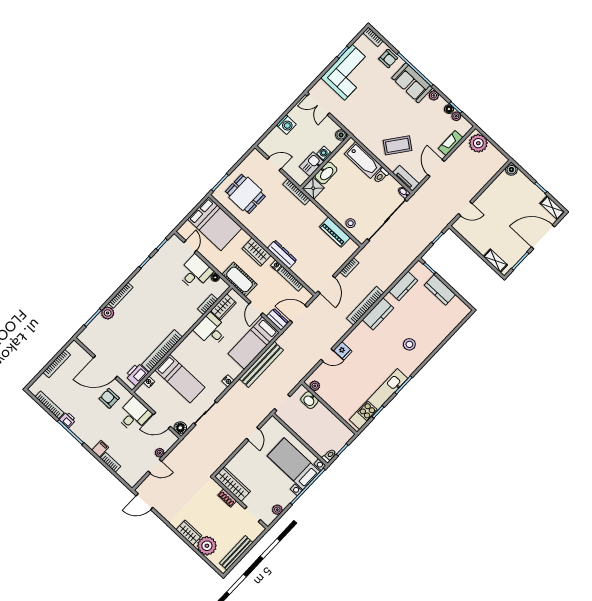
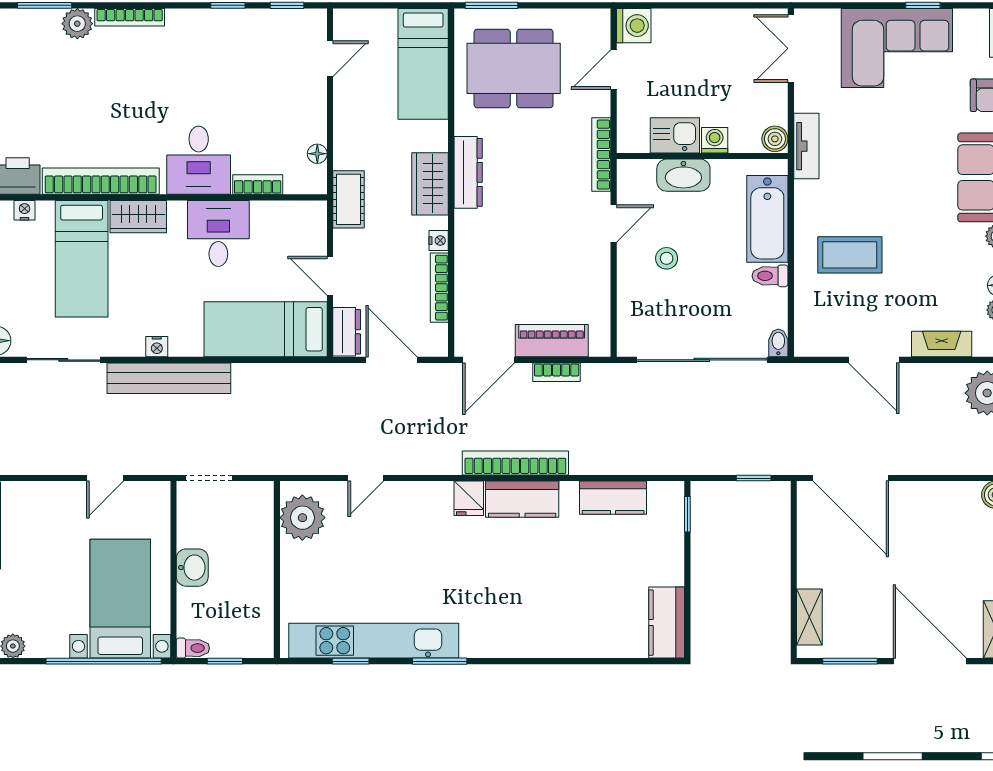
washing machine: (286, 125) -> (634, 26), moved, turned -90
coffee table: (397, 145) -> (850, 255), turned -37
door: (274, 164) -> (614, 70), swing flipped
door: (436, 168) -> (874, 360), swing flipped
tv unit: (406, 178) -> (806, 146), moved
shower: (313, 188) -> (636, 178), removed
dining table: (245, 194) -> (514, 68), width x1.37
door: (321, 208) -> (614, 224), added
door: (465, 209) -> (851, 478), width x1.87
stool: (351, 223) -> (667, 258), moved
bed: (215, 224) -> (423, 64), width x0.67
piano: (335, 232) -> (552, 341), moved, turned 90
dresser: (282, 254) -> (468, 172), moved
desk: (195, 272) -> (199, 160), moved, turned 90
cot: (239, 279) -> (349, 199), width x0.73, depth x0.75
kitchen counter: (440, 290) -> (667, 623), moved
wardrobe: (224, 307) -> (138, 217), moved
door: (256, 308) -> (330, 276), hinge flipped
stool: (409, 344) -> (521, 605), removed
fridge: (343, 351) -> (469, 498), moved
door: (327, 355) -> (366, 478), hinge flipped
bench: (261, 364) -> (169, 378), moved
plant: (315, 386) -> (302, 518), width x1.87, depth x1.87
washbasin: (309, 400) -> (192, 568), moved, turned 180

